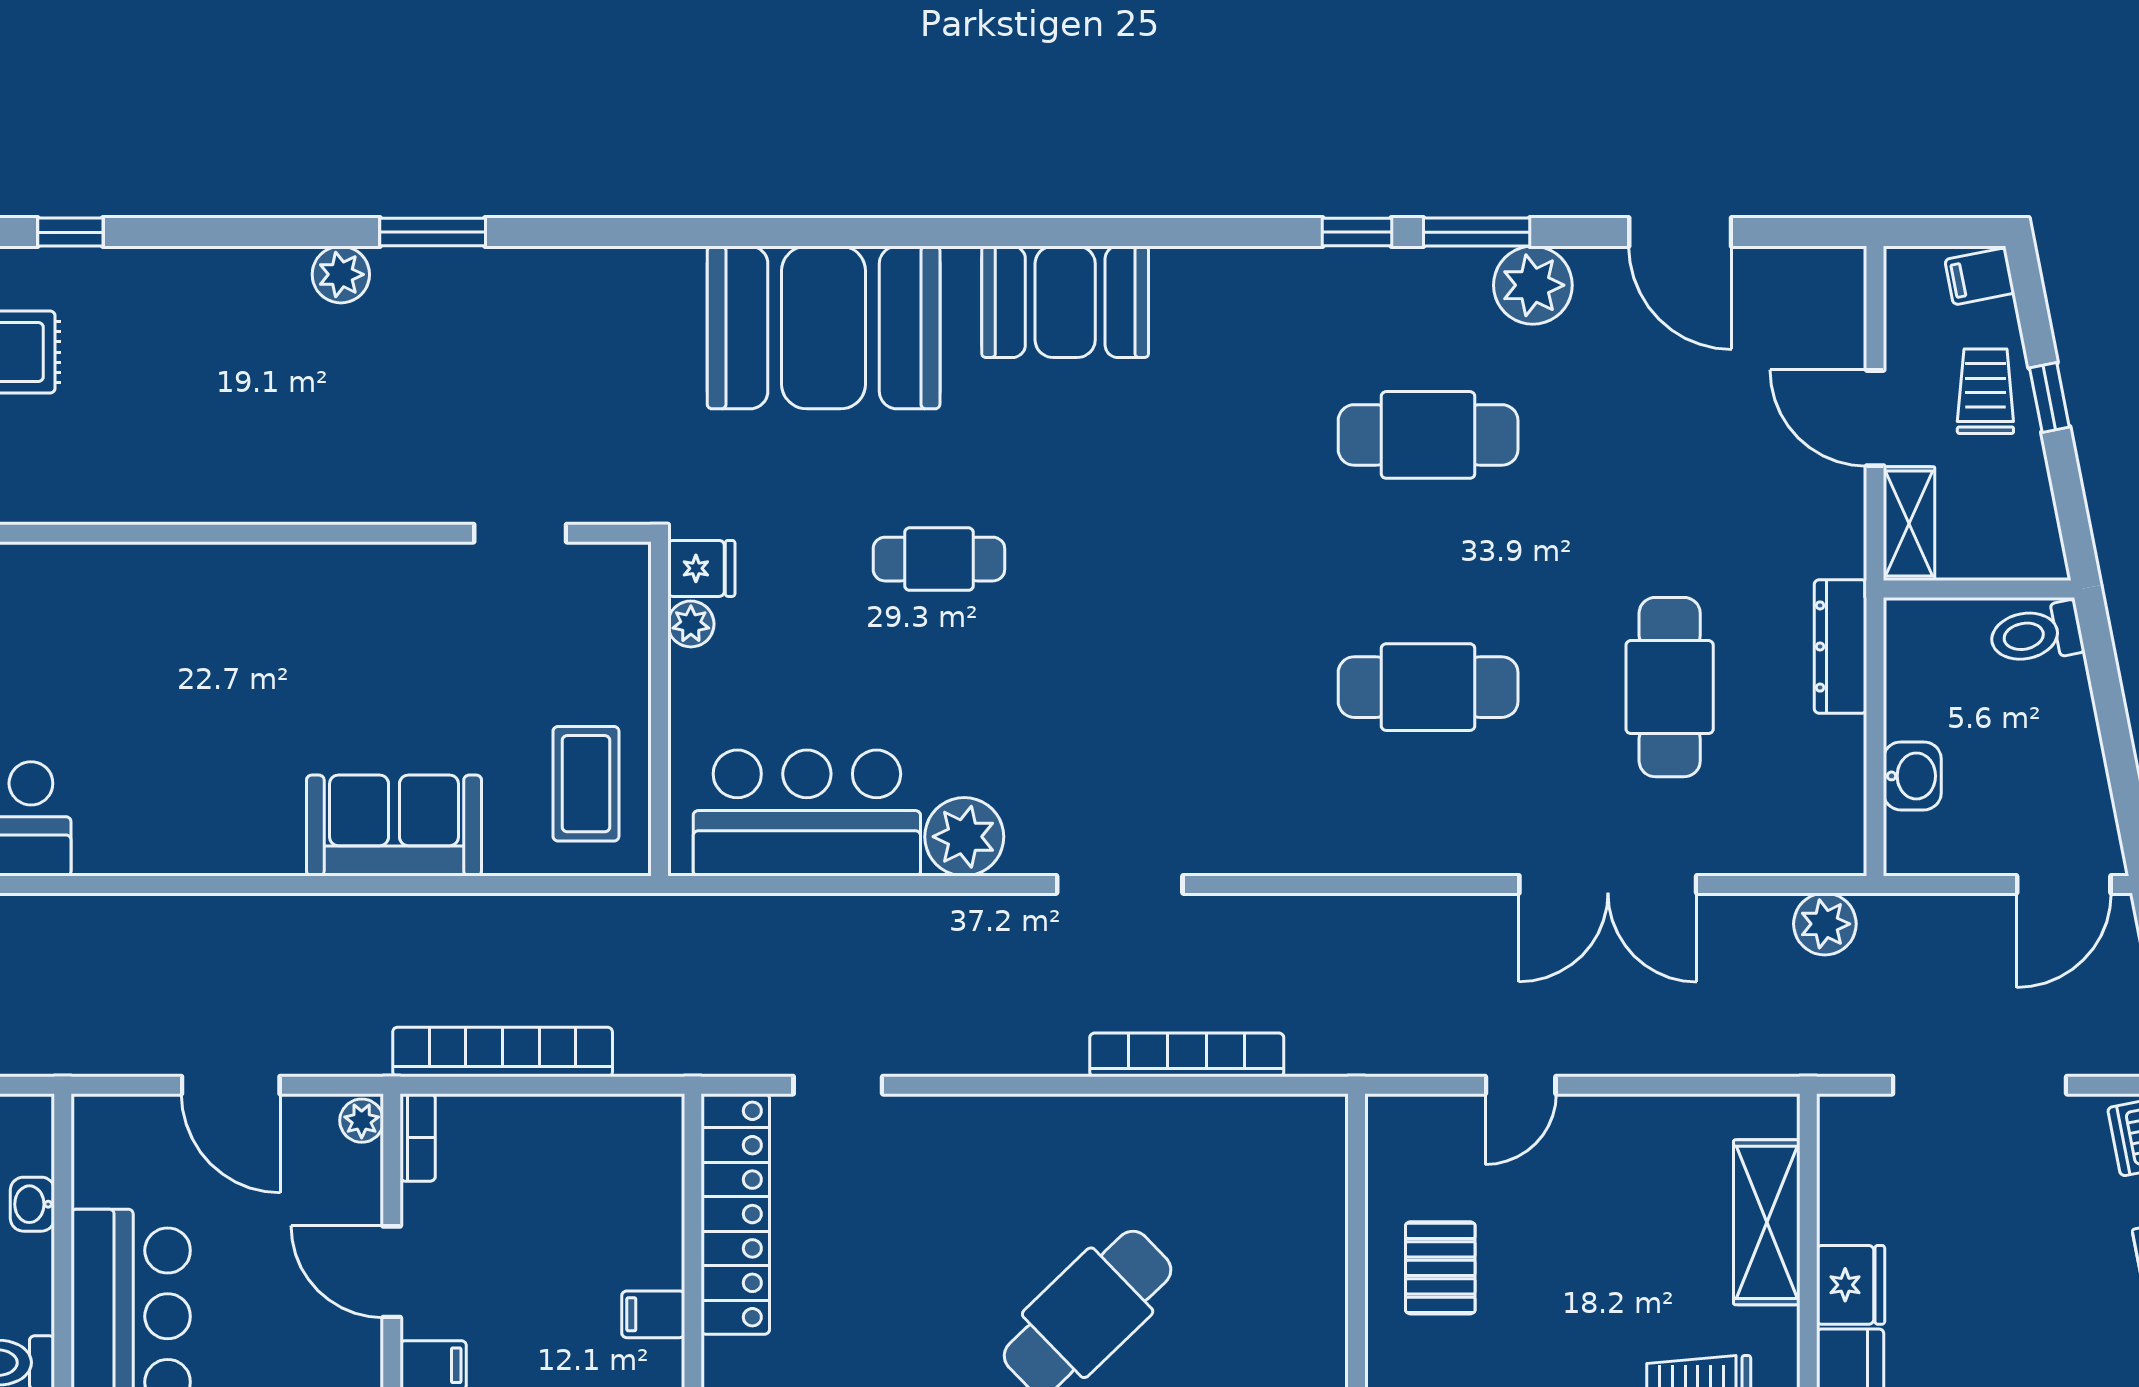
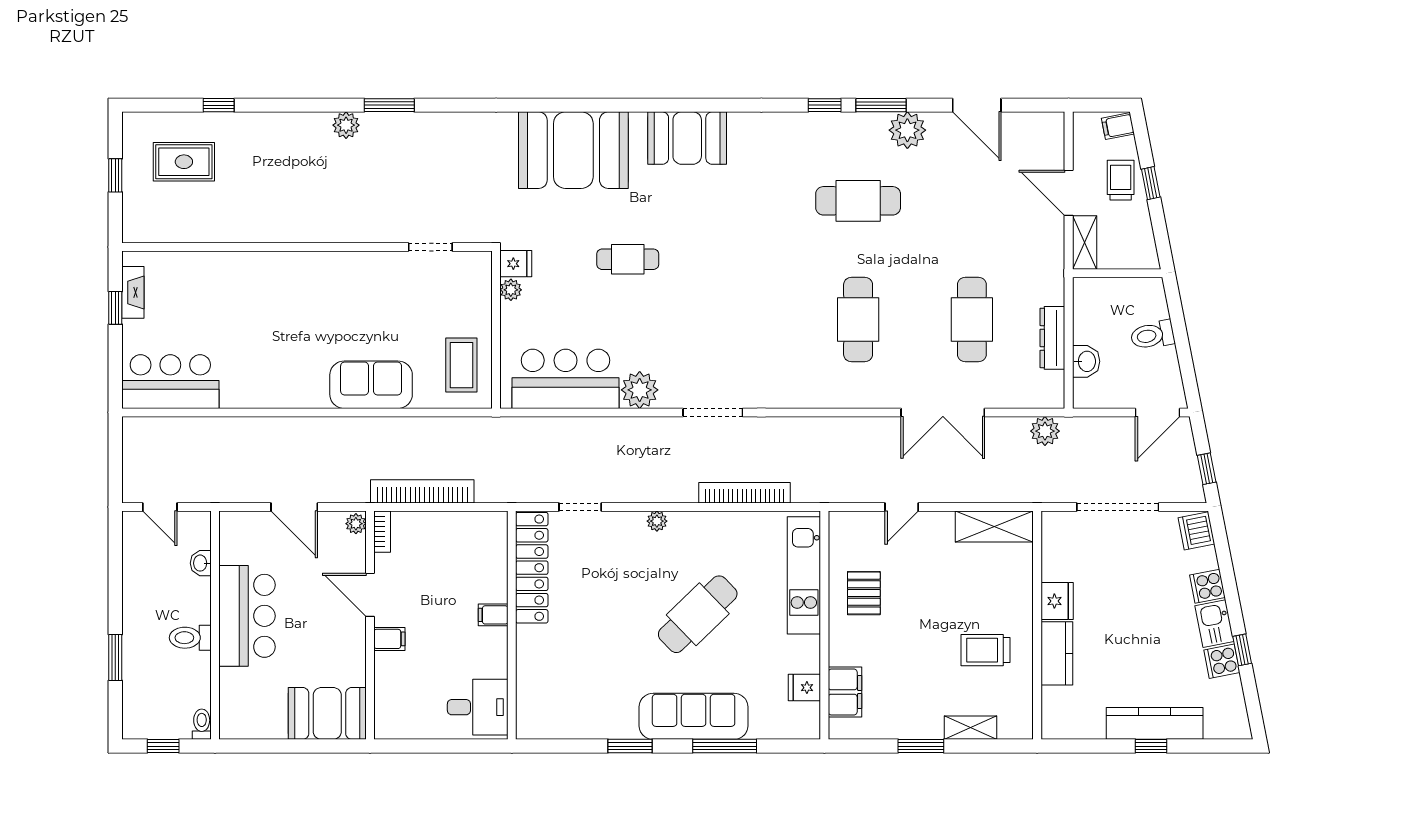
toilet: (2036, 634) -> (1152, 335), moved
dresser: (1841, 646) -> (1052, 338), moved
cafe table: (1428, 687) -> (858, 319), turned 90
plant: (1001, 1115) -> (657, 521), added
shelving: (1767, 1222) -> (994, 527), moved, turned 90
kitchen unit: (1313, 1230) -> (804, 575), added

